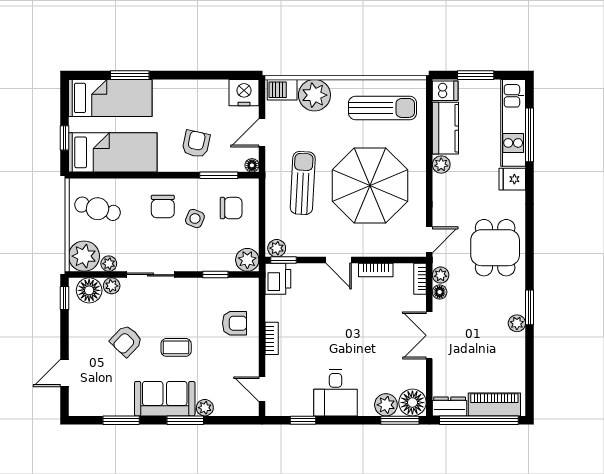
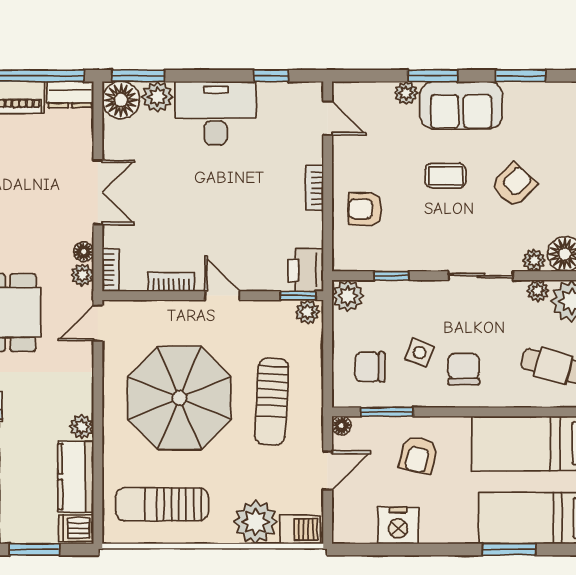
nightstand: (244, 93) -> (398, 526), moved
desk: (336, 393) -> (216, 113), width x1.37

